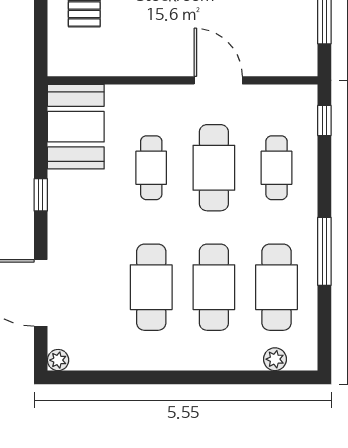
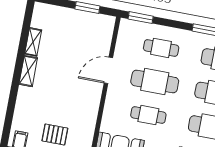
window: (324, 120) -> (141, 18), width x1.50

